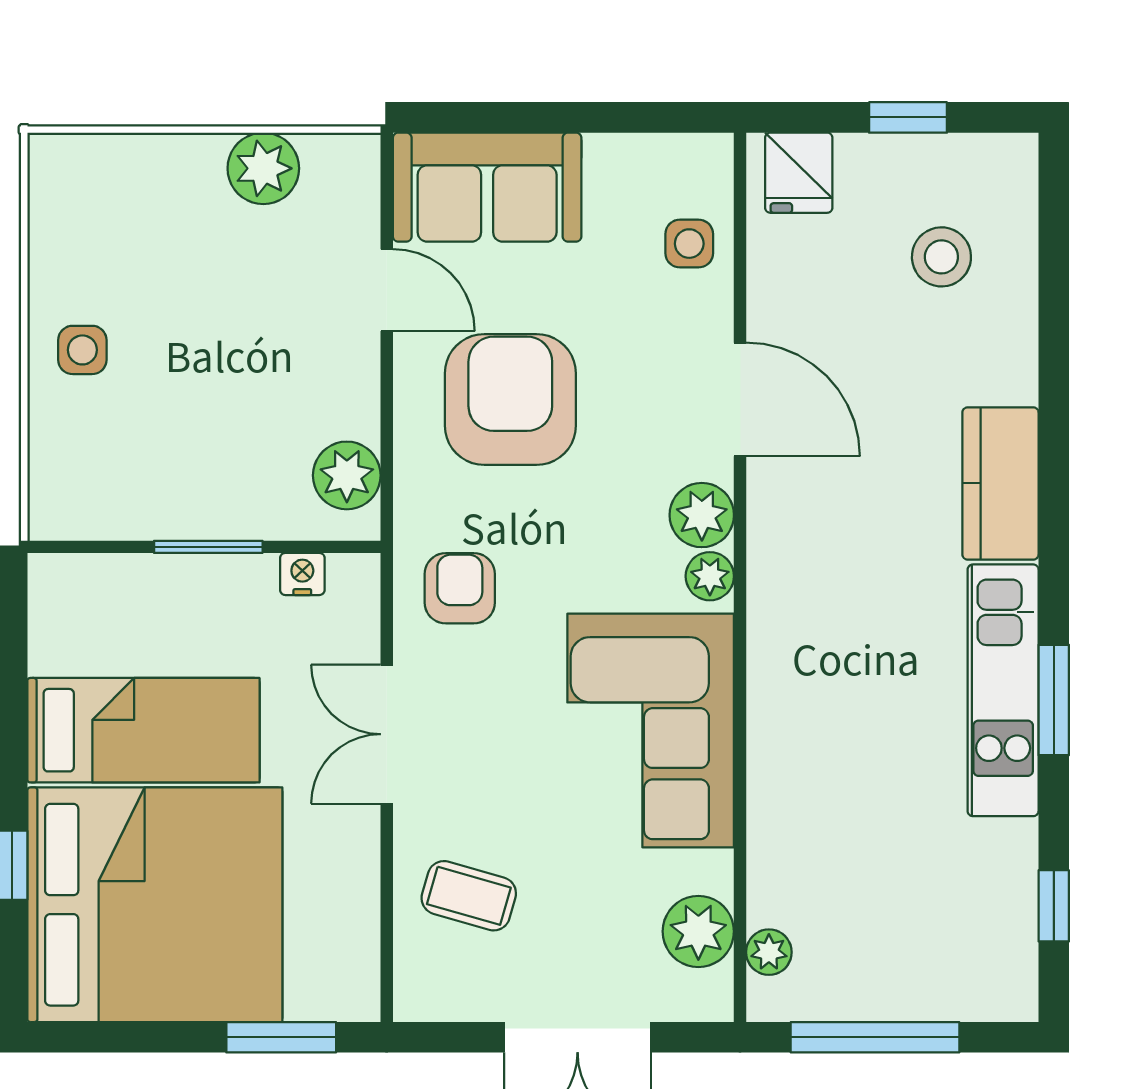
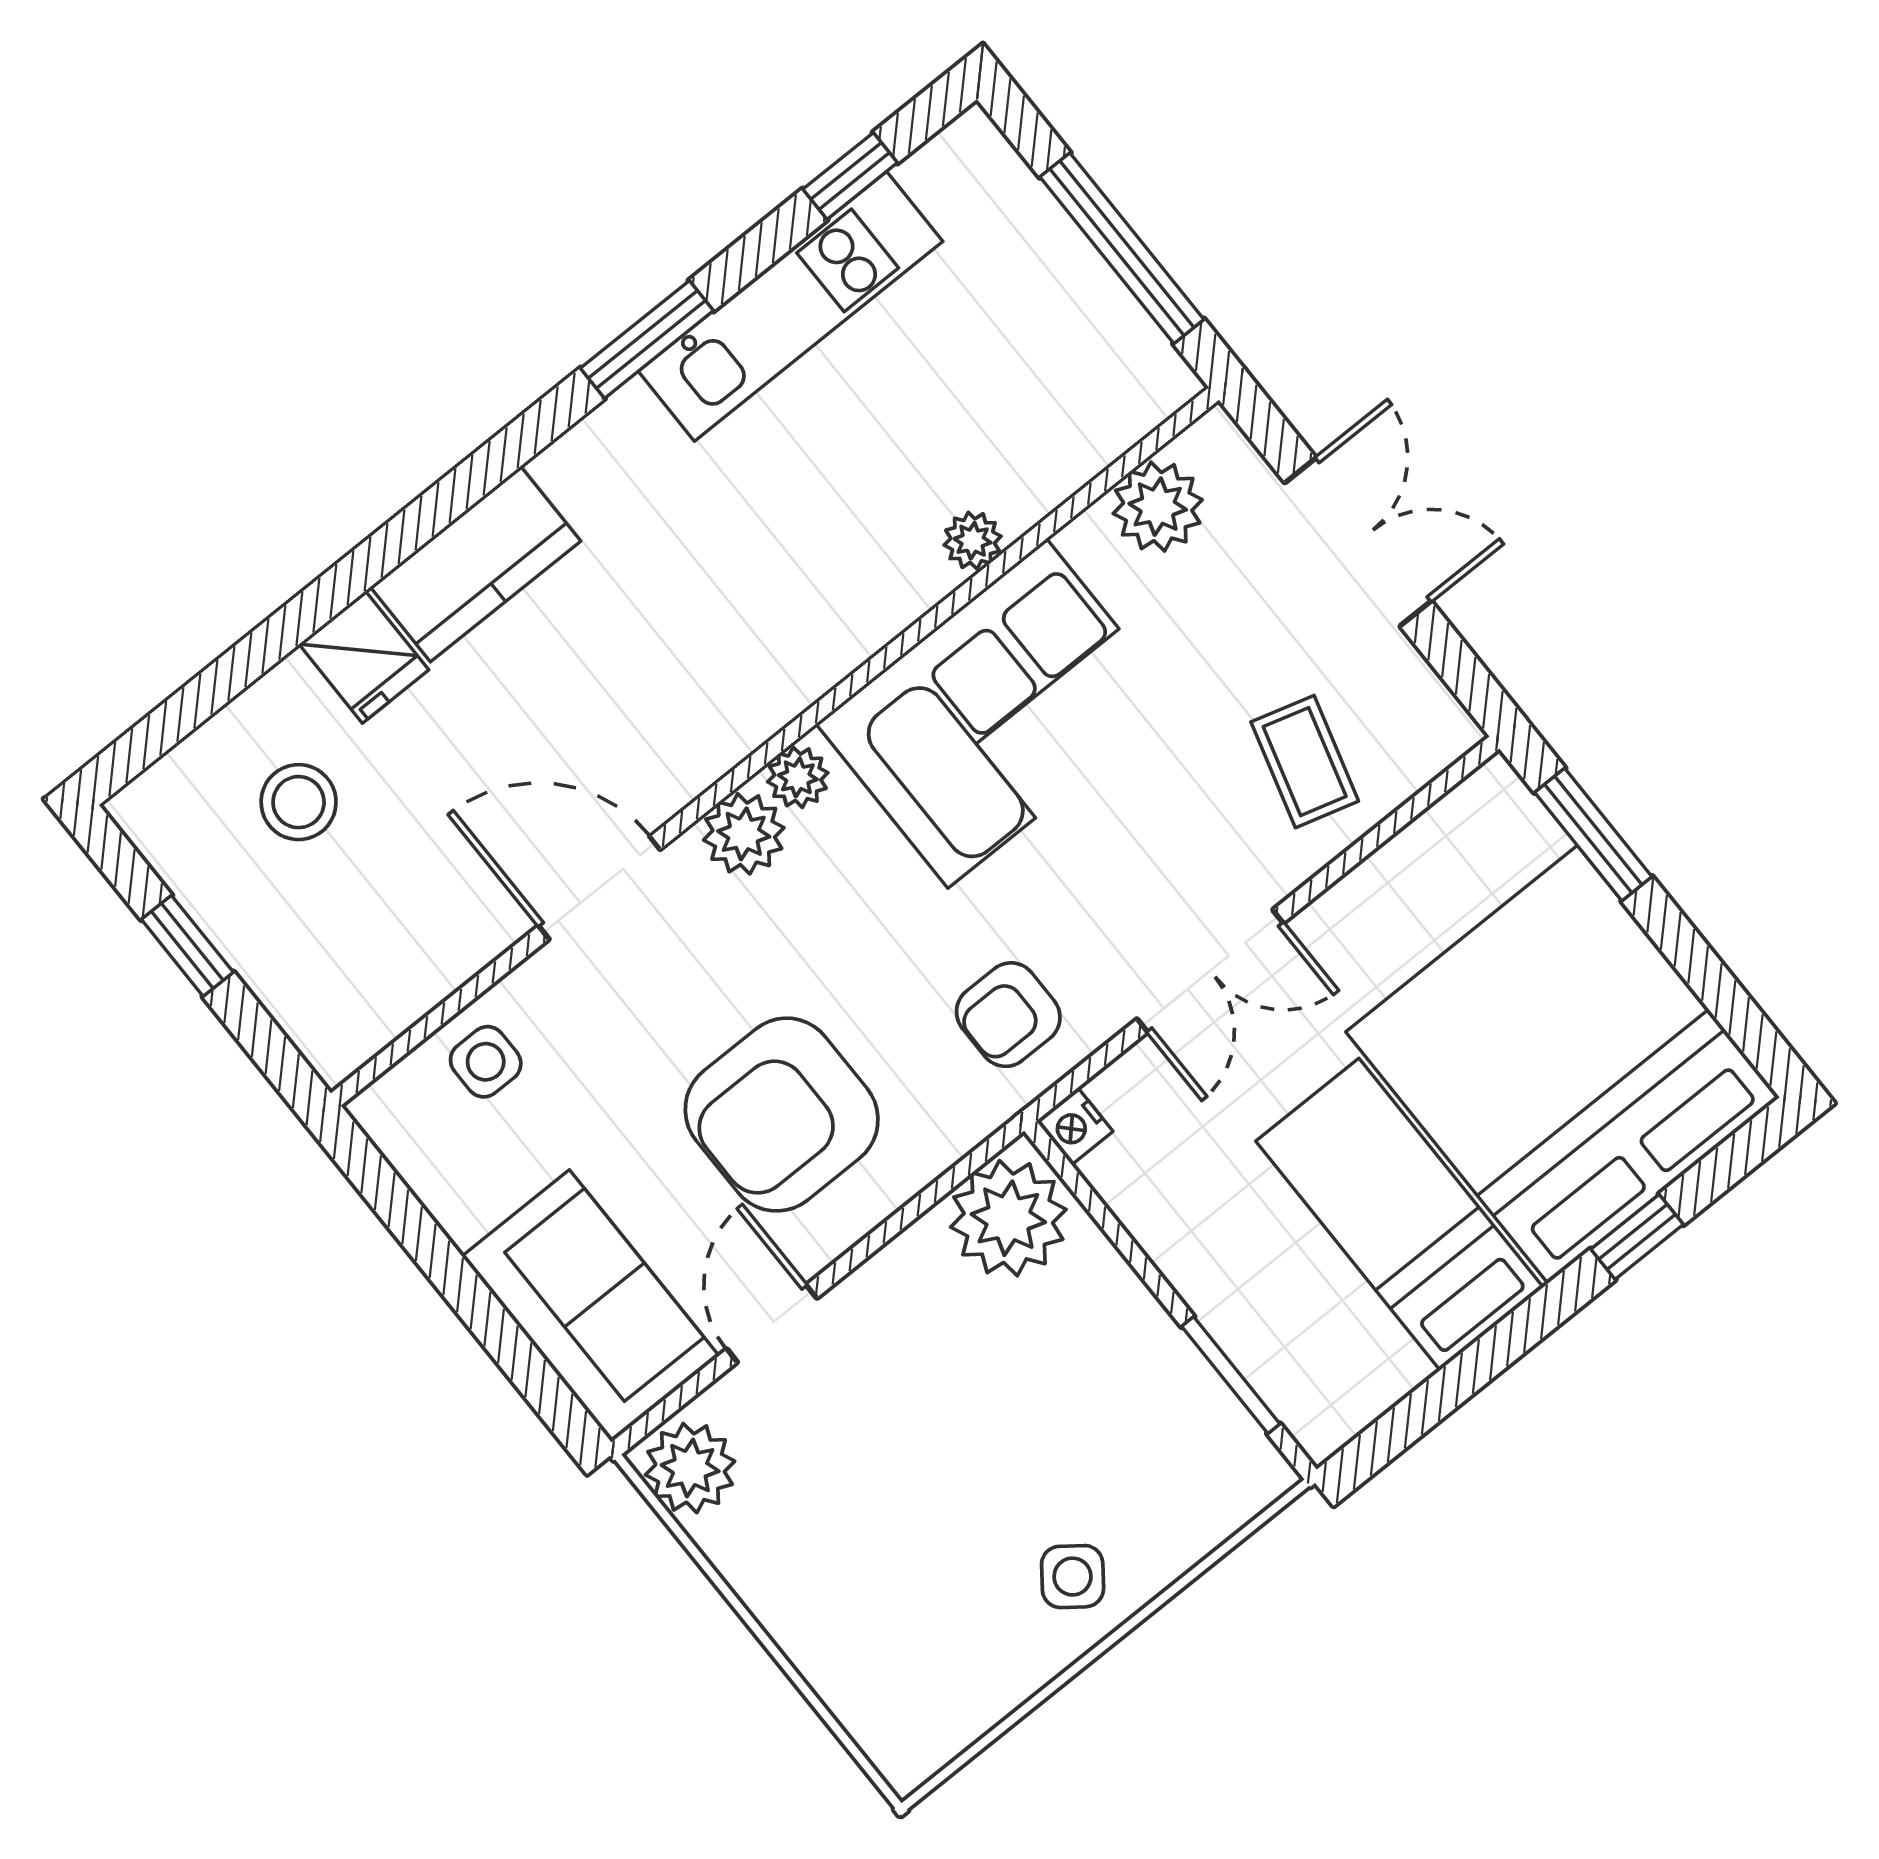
plant: (263, 168) -> (690, 1468), moved
fridge: (799, 173) -> (364, 657), moved, turned 90
side table: (82, 350) -> (1073, 1577), turned 37
door: (740, 399) -> (599, 888), hinge flipped
plant: (347, 475) -> (1008, 1218), width x1.36, depth x1.36
window: (208, 547) -> (1231, 1375), moved
nightstand: (302, 574) -> (1075, 1126), moved
kitchen unit: (1003, 690) -> (791, 306), moved
plant: (769, 952) -> (973, 541), moved

